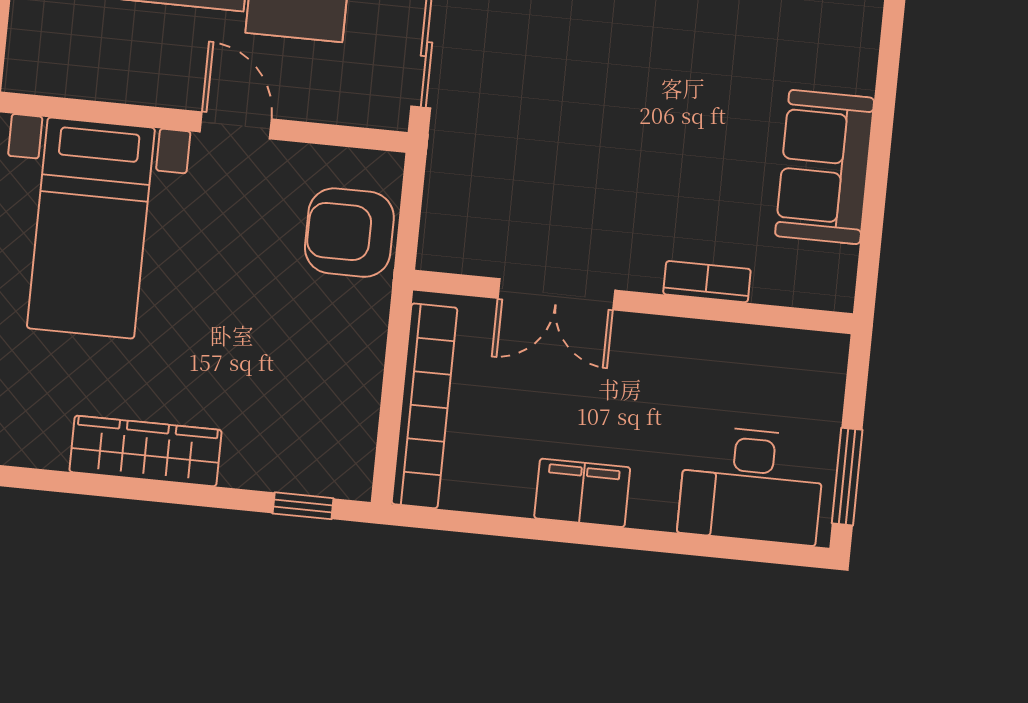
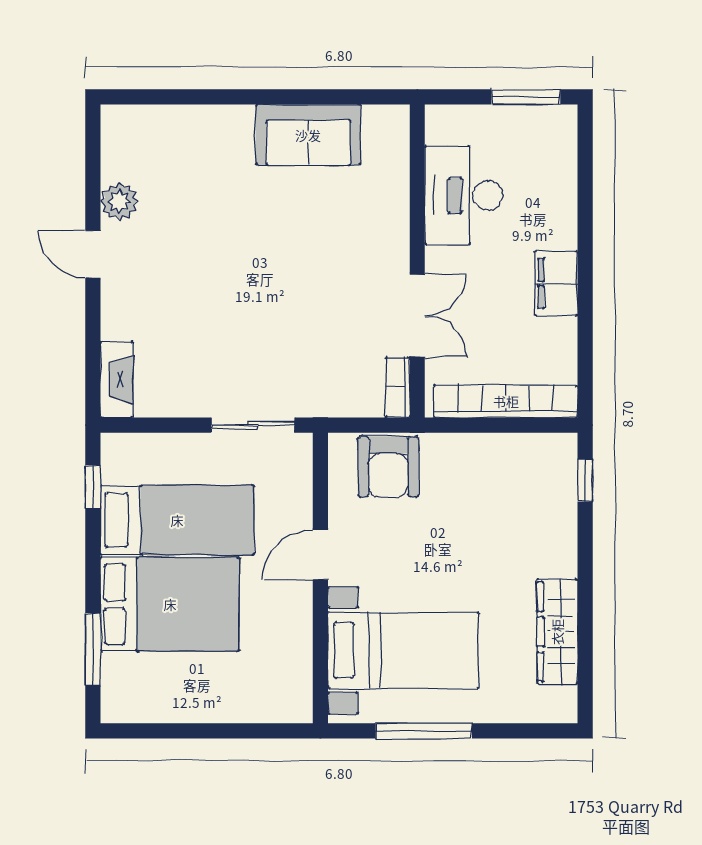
bookcase: (707, 282) -> (398, 387), moved
wardrobe: (146, 451) -> (557, 632), moved
desk: (751, 485) -> (464, 195), moved, turned 180

